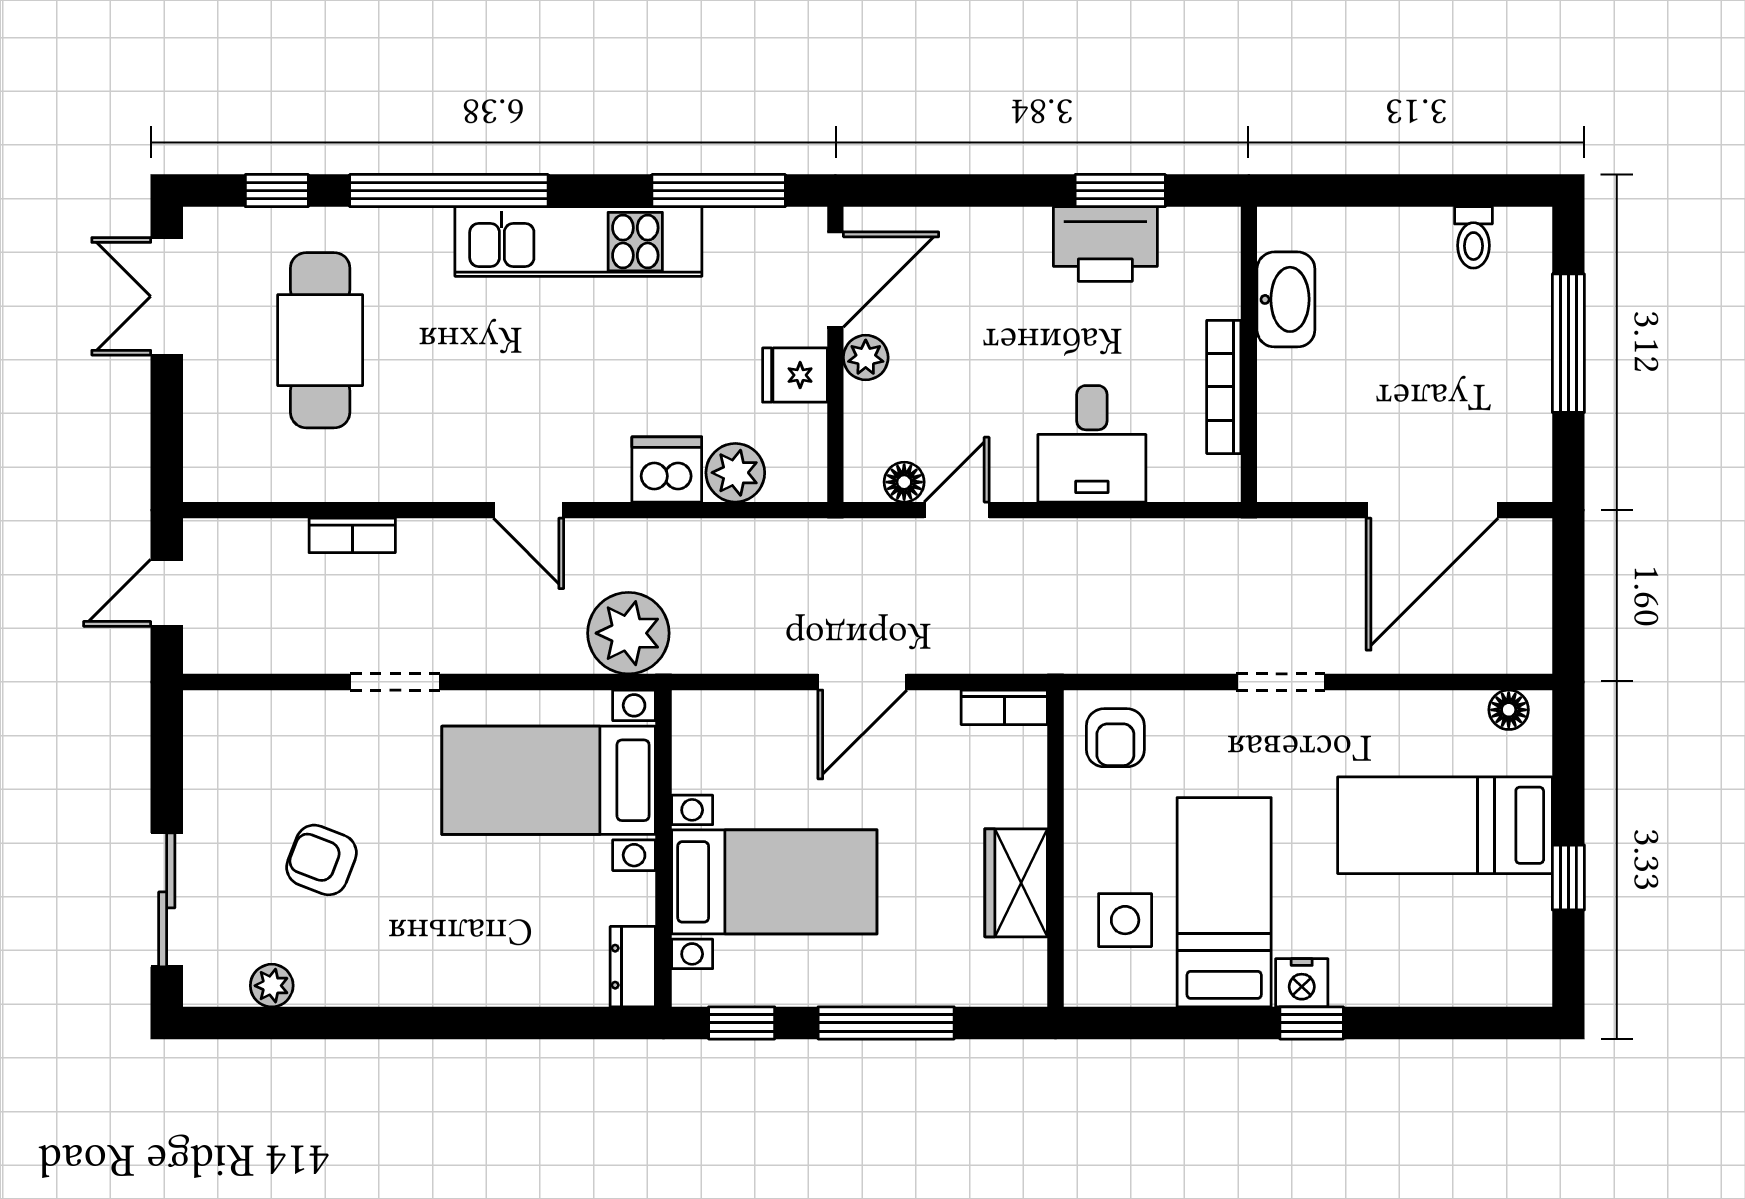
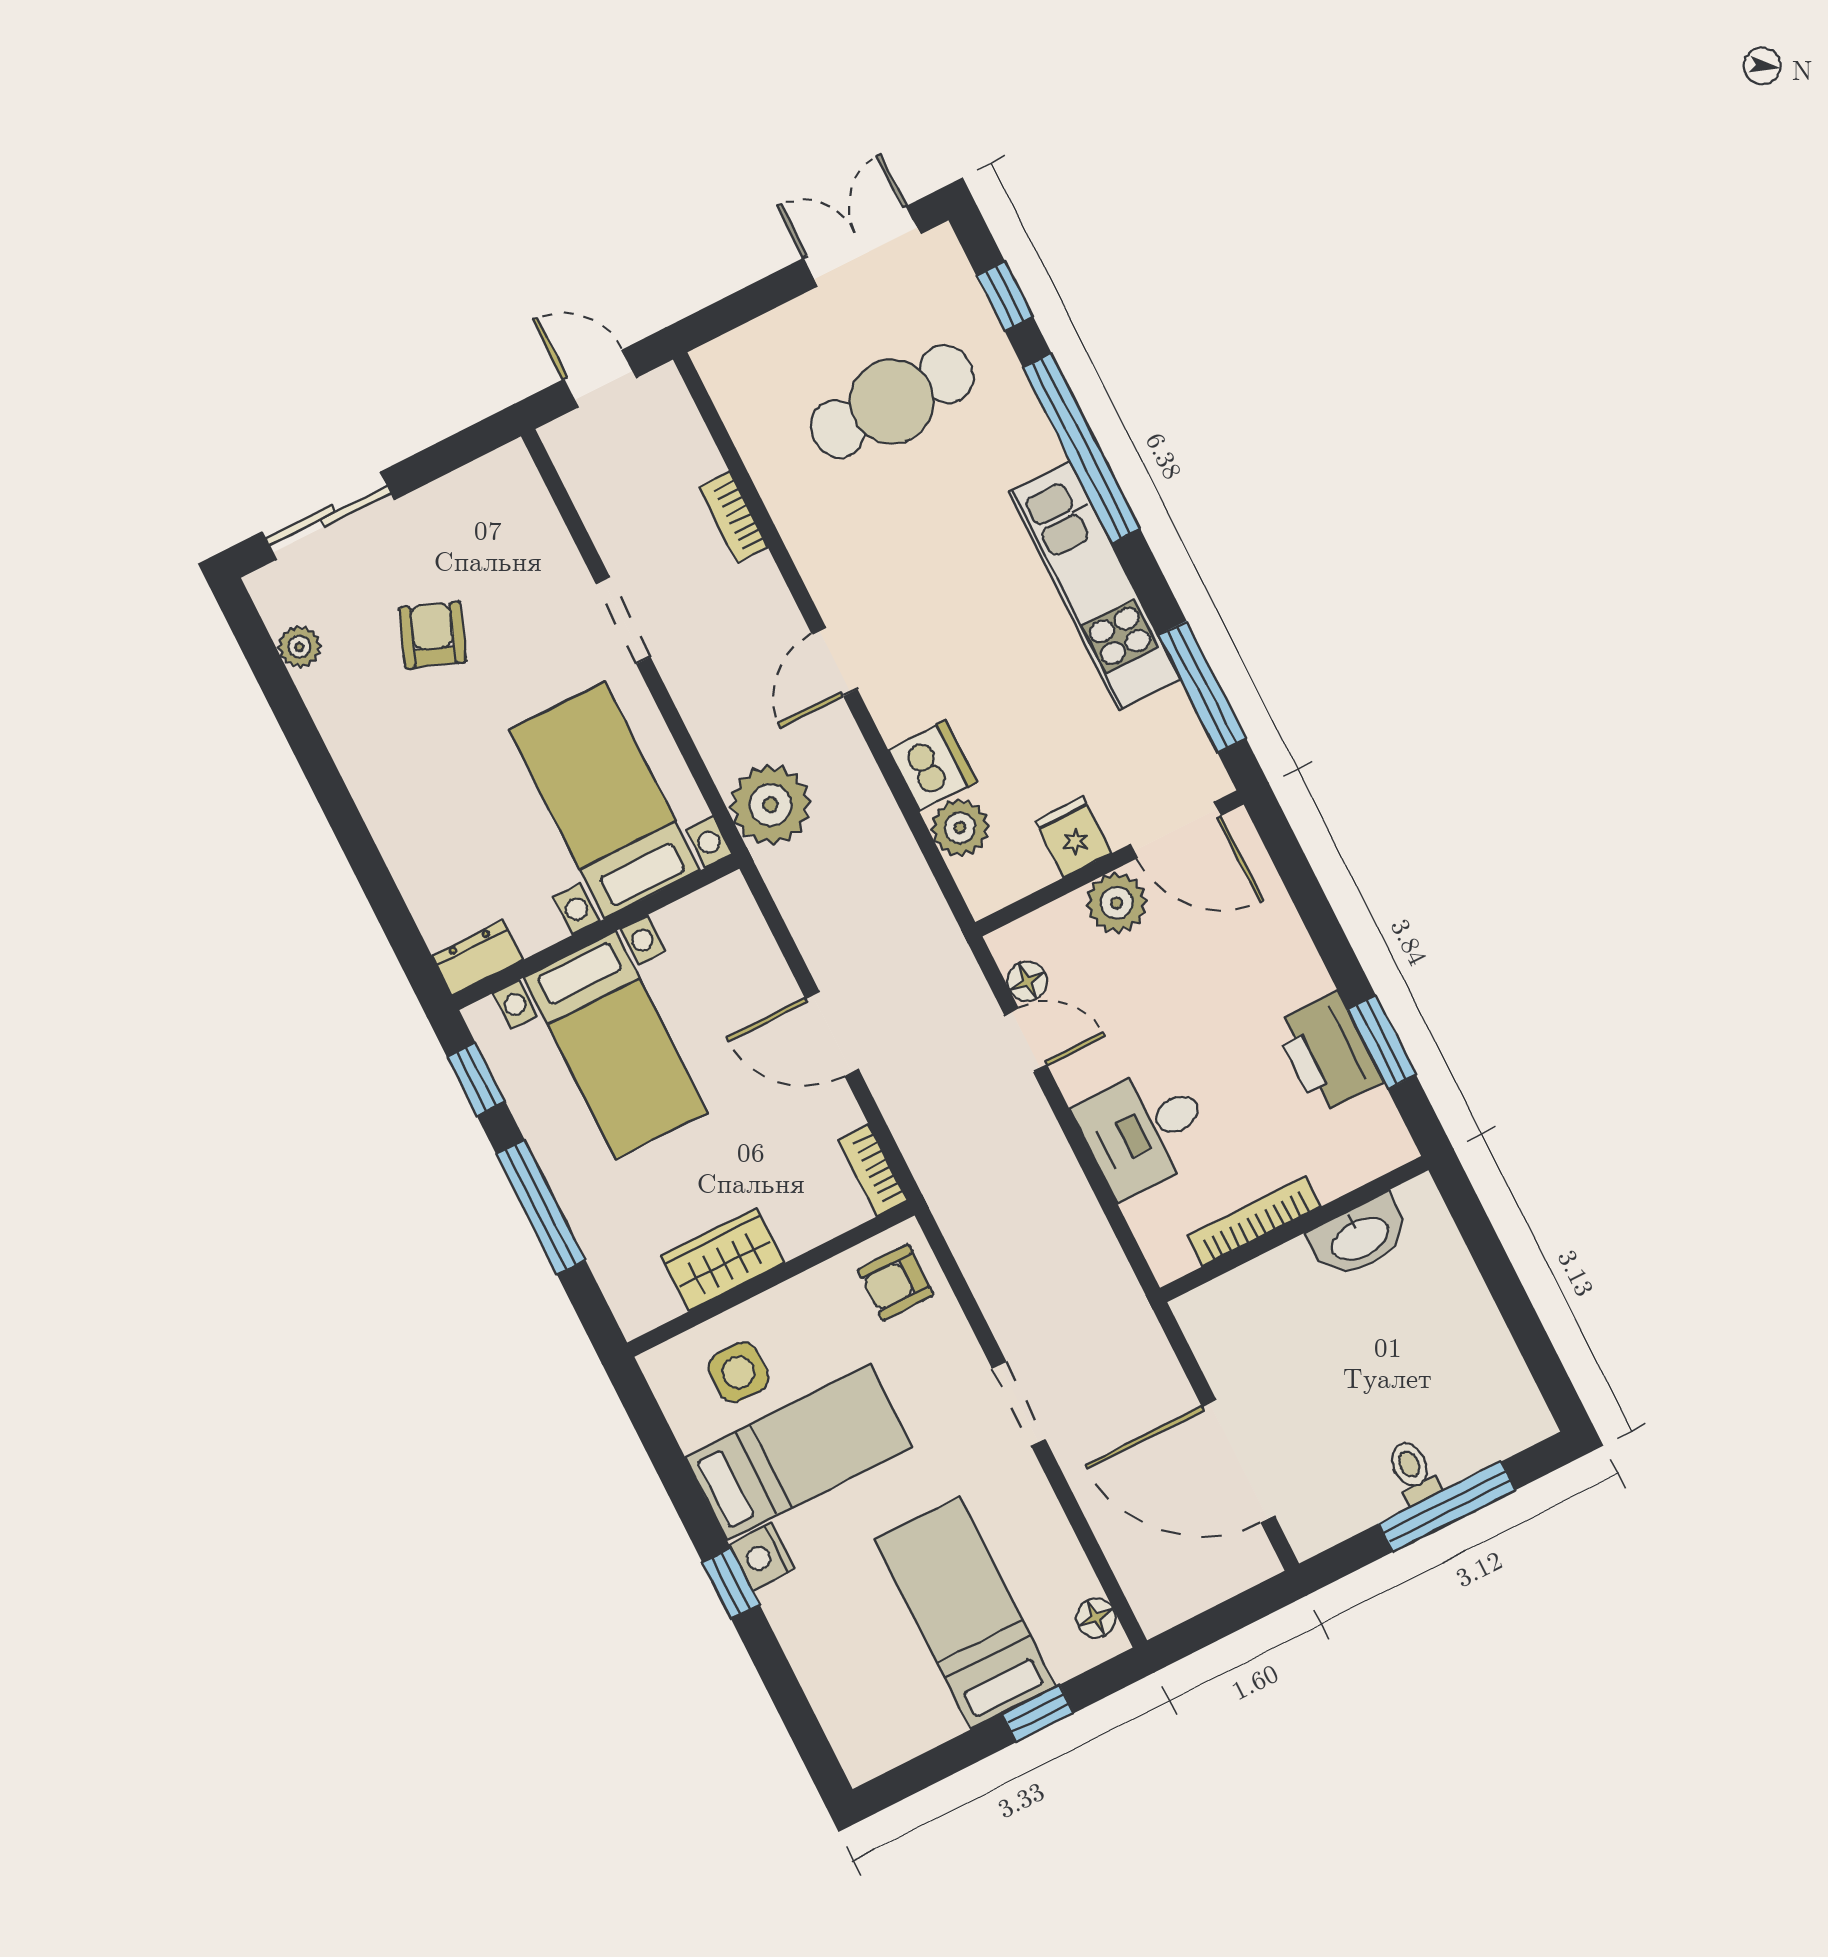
toilet: (1473, 237) -> (1413, 1472), moved, turned 90
plant: (866, 357) -> (1117, 903), width x1.38, depth x1.38
window: (1568, 877) -> (1038, 1713), moved

